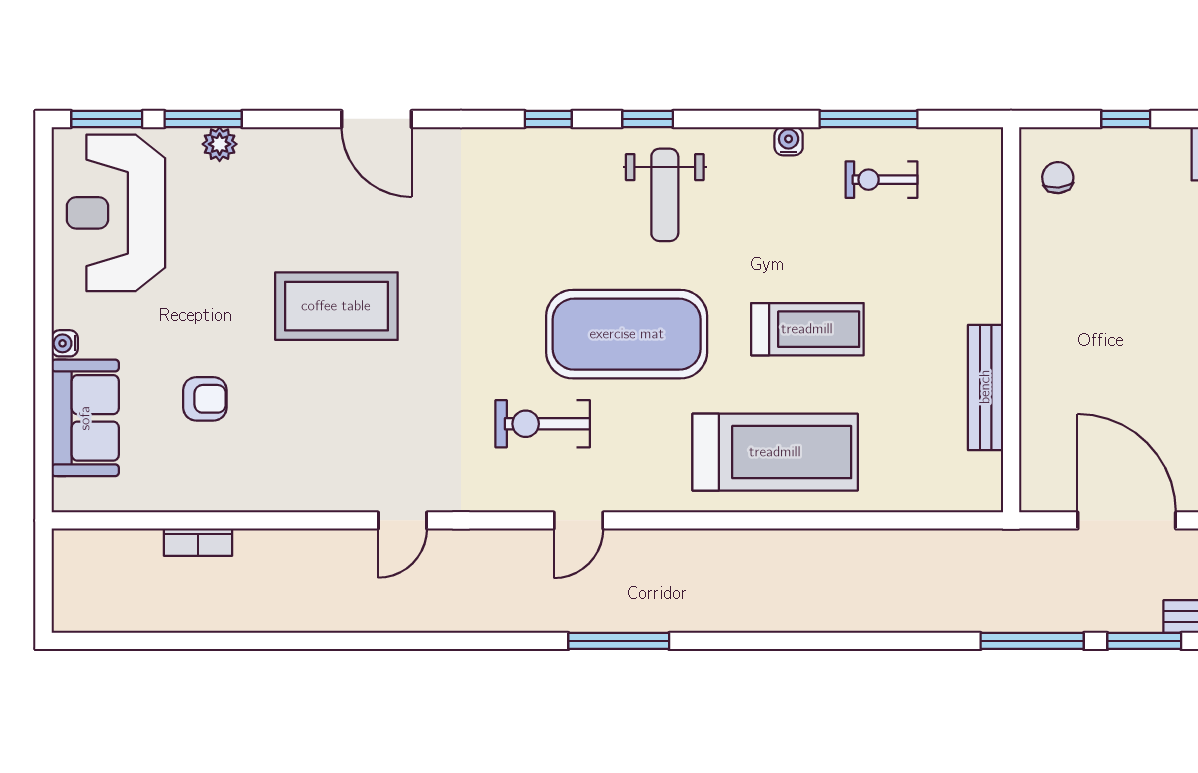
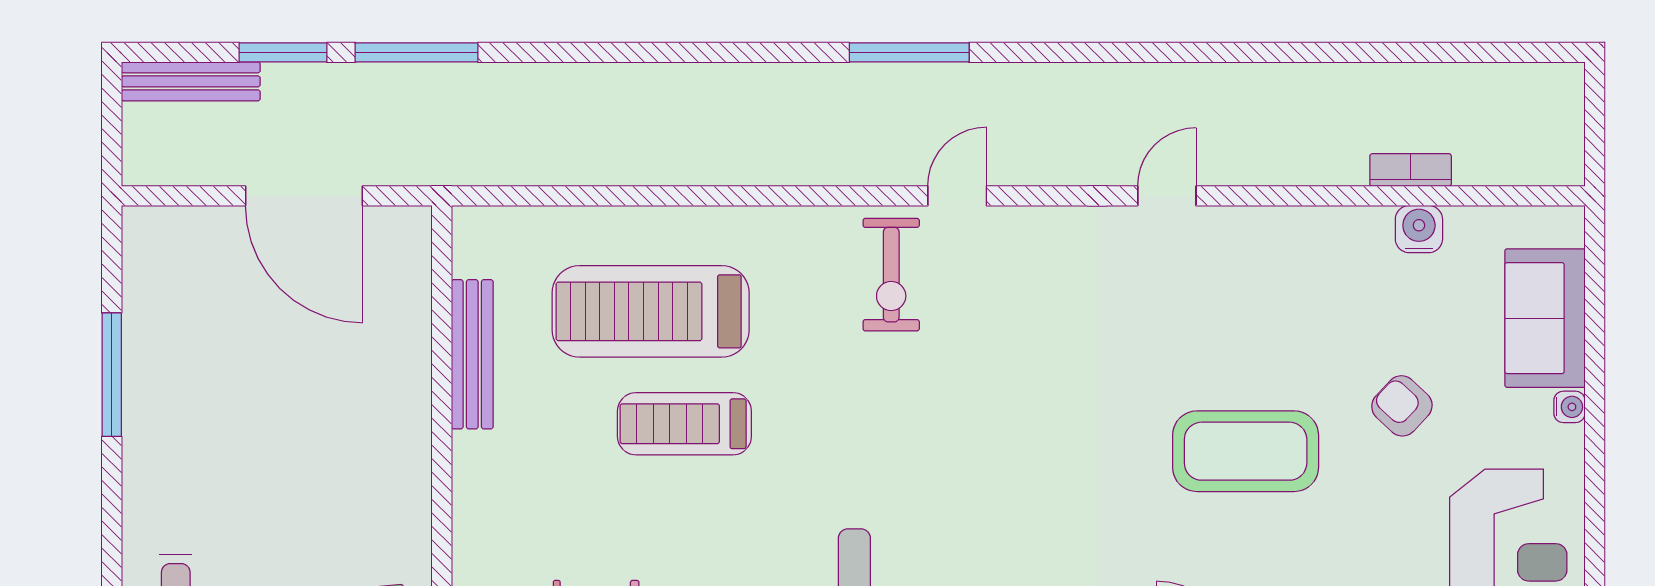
exercise mat: (627, 334) -> (900, 418), removed
armchair: (205, 399) -> (1402, 406), moved, turned 43
exercise bike: (543, 424) -> (891, 275), moved, turned 90
treadmill: (775, 452) -> (651, 311), moved
water cooler: (191, 493) -> (1419, 229), added

